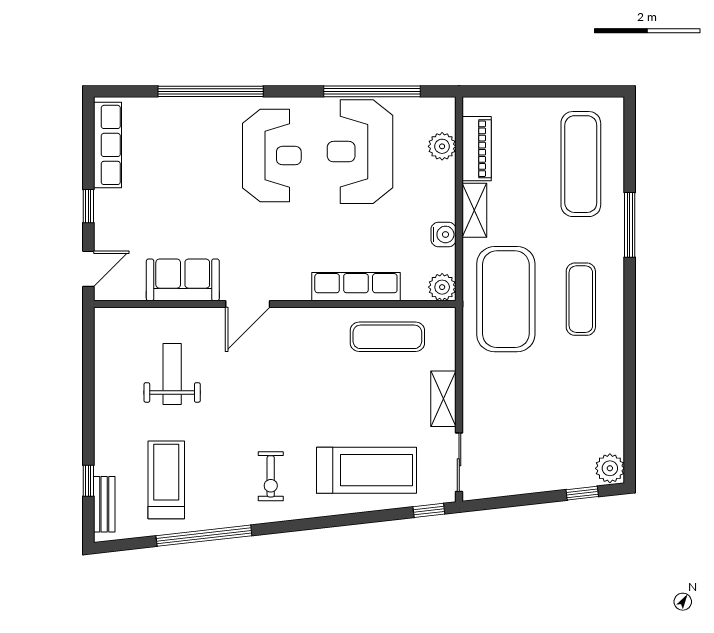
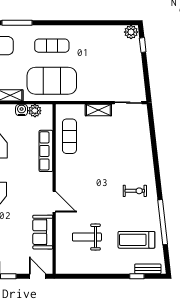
plant: (442, 287) -> (35, 111), moved
treadmill: (366, 470) -> (132, 146), removed
window: (429, 510) -> (151, 117), removed

